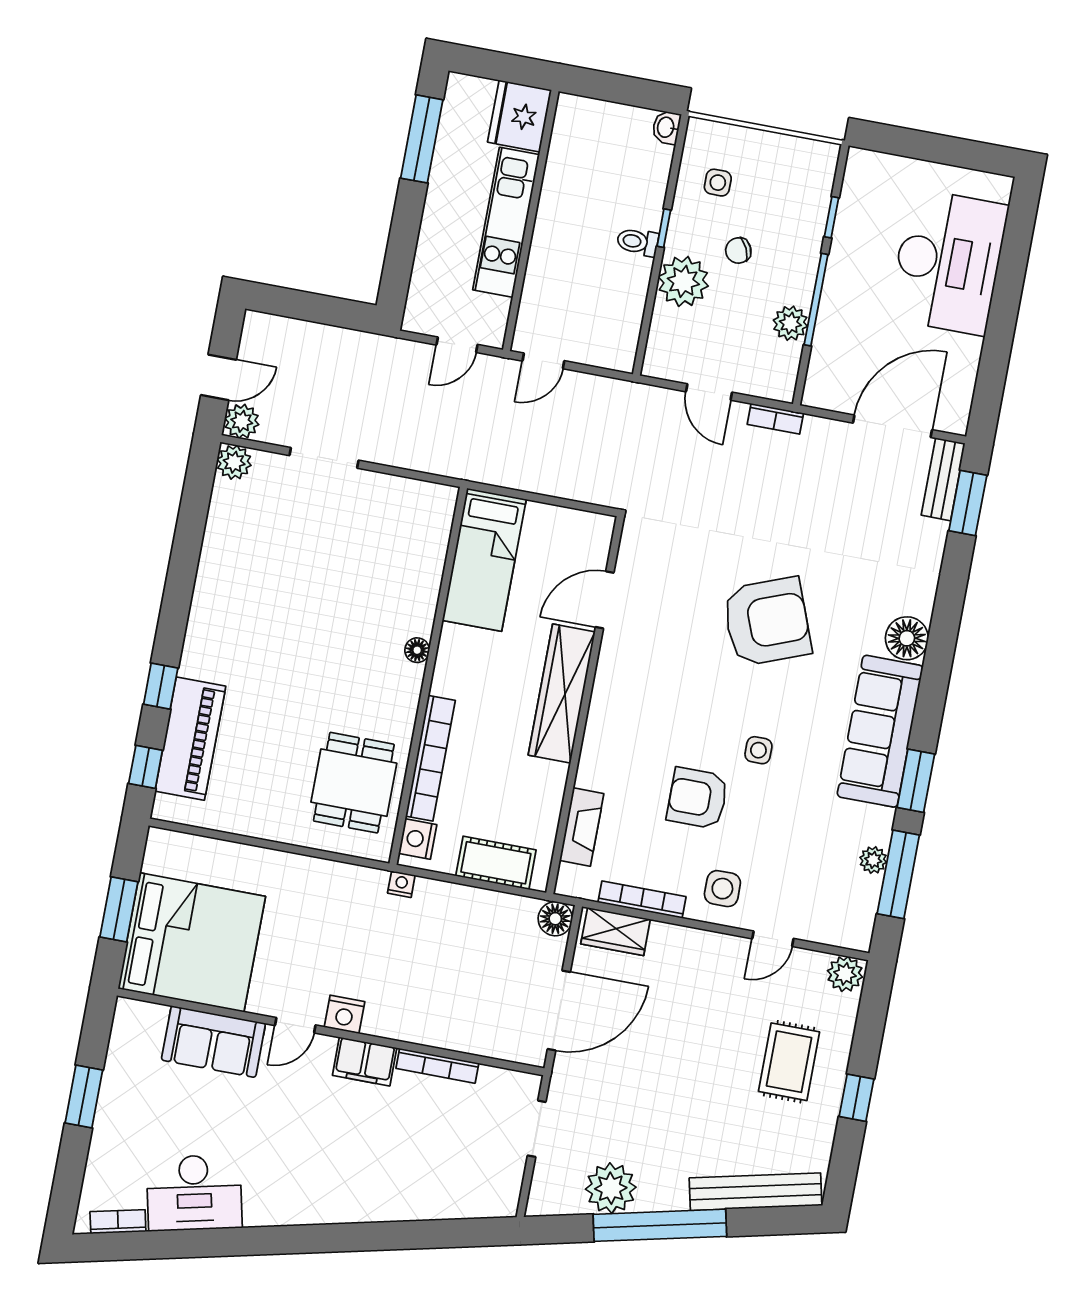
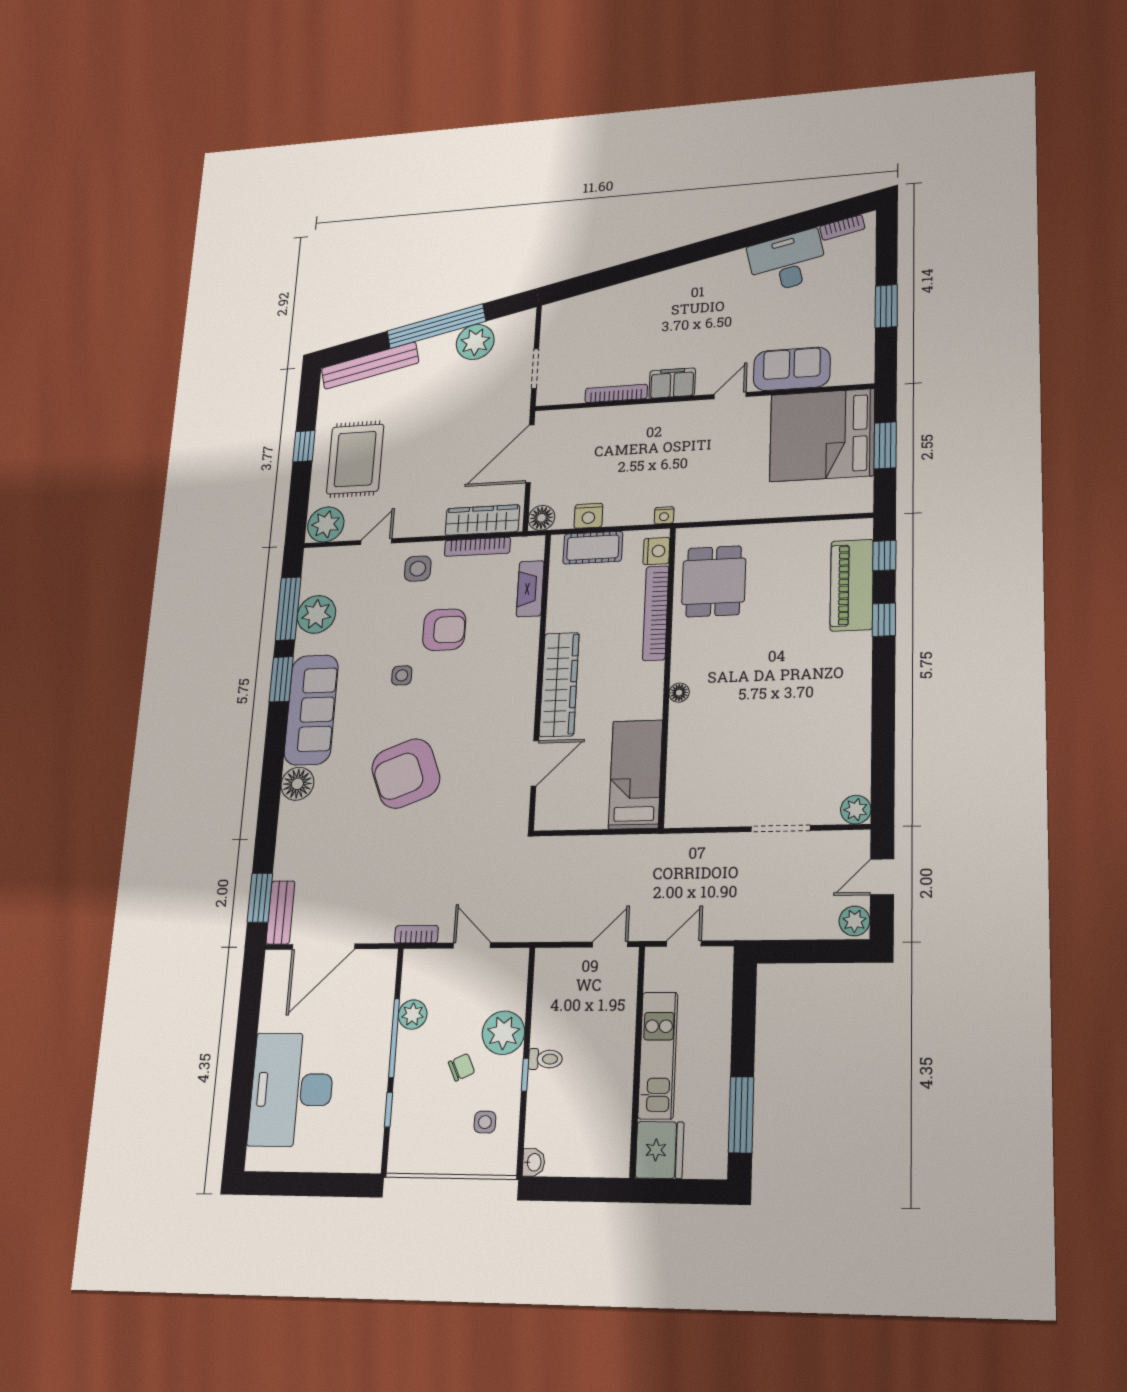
plant: (242, 421) -> (854, 921), moved
plant: (873, 860) -> (316, 614), width x1.87, depth x1.87
wardrobe: (616, 932) -> (482, 520), width x1.50
plant: (845, 974) -> (326, 524), width x1.36, depth x1.36
nightstand: (344, 1014) -> (588, 516), moved, turned 180
rug: (789, 1062) -> (355, 459), width x1.36, depth x1.43

